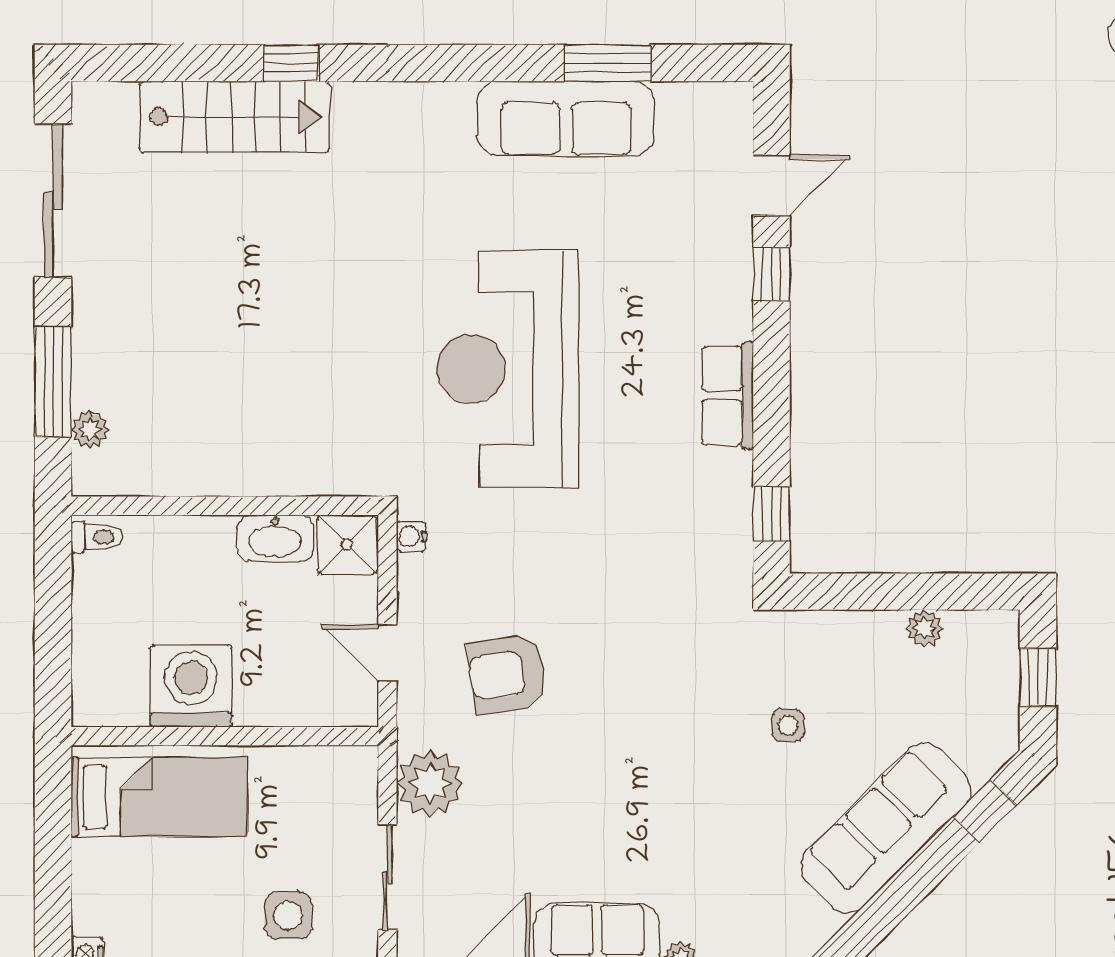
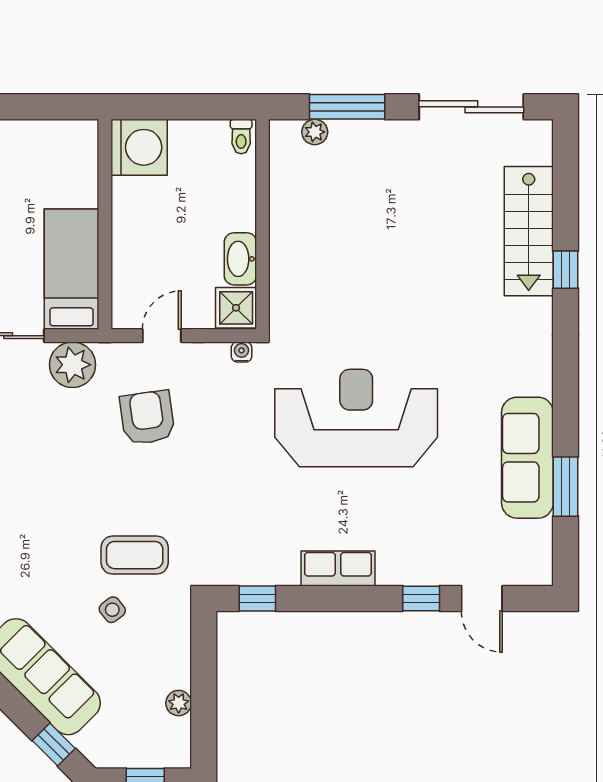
washing machine: (191, 686) -> (139, 147), moved
coffee table: (708, 693) -> (135, 555), added
side table: (788, 725) -> (112, 610), turned -37
bed: (159, 797) -> (72, 269), moved, turned 180

